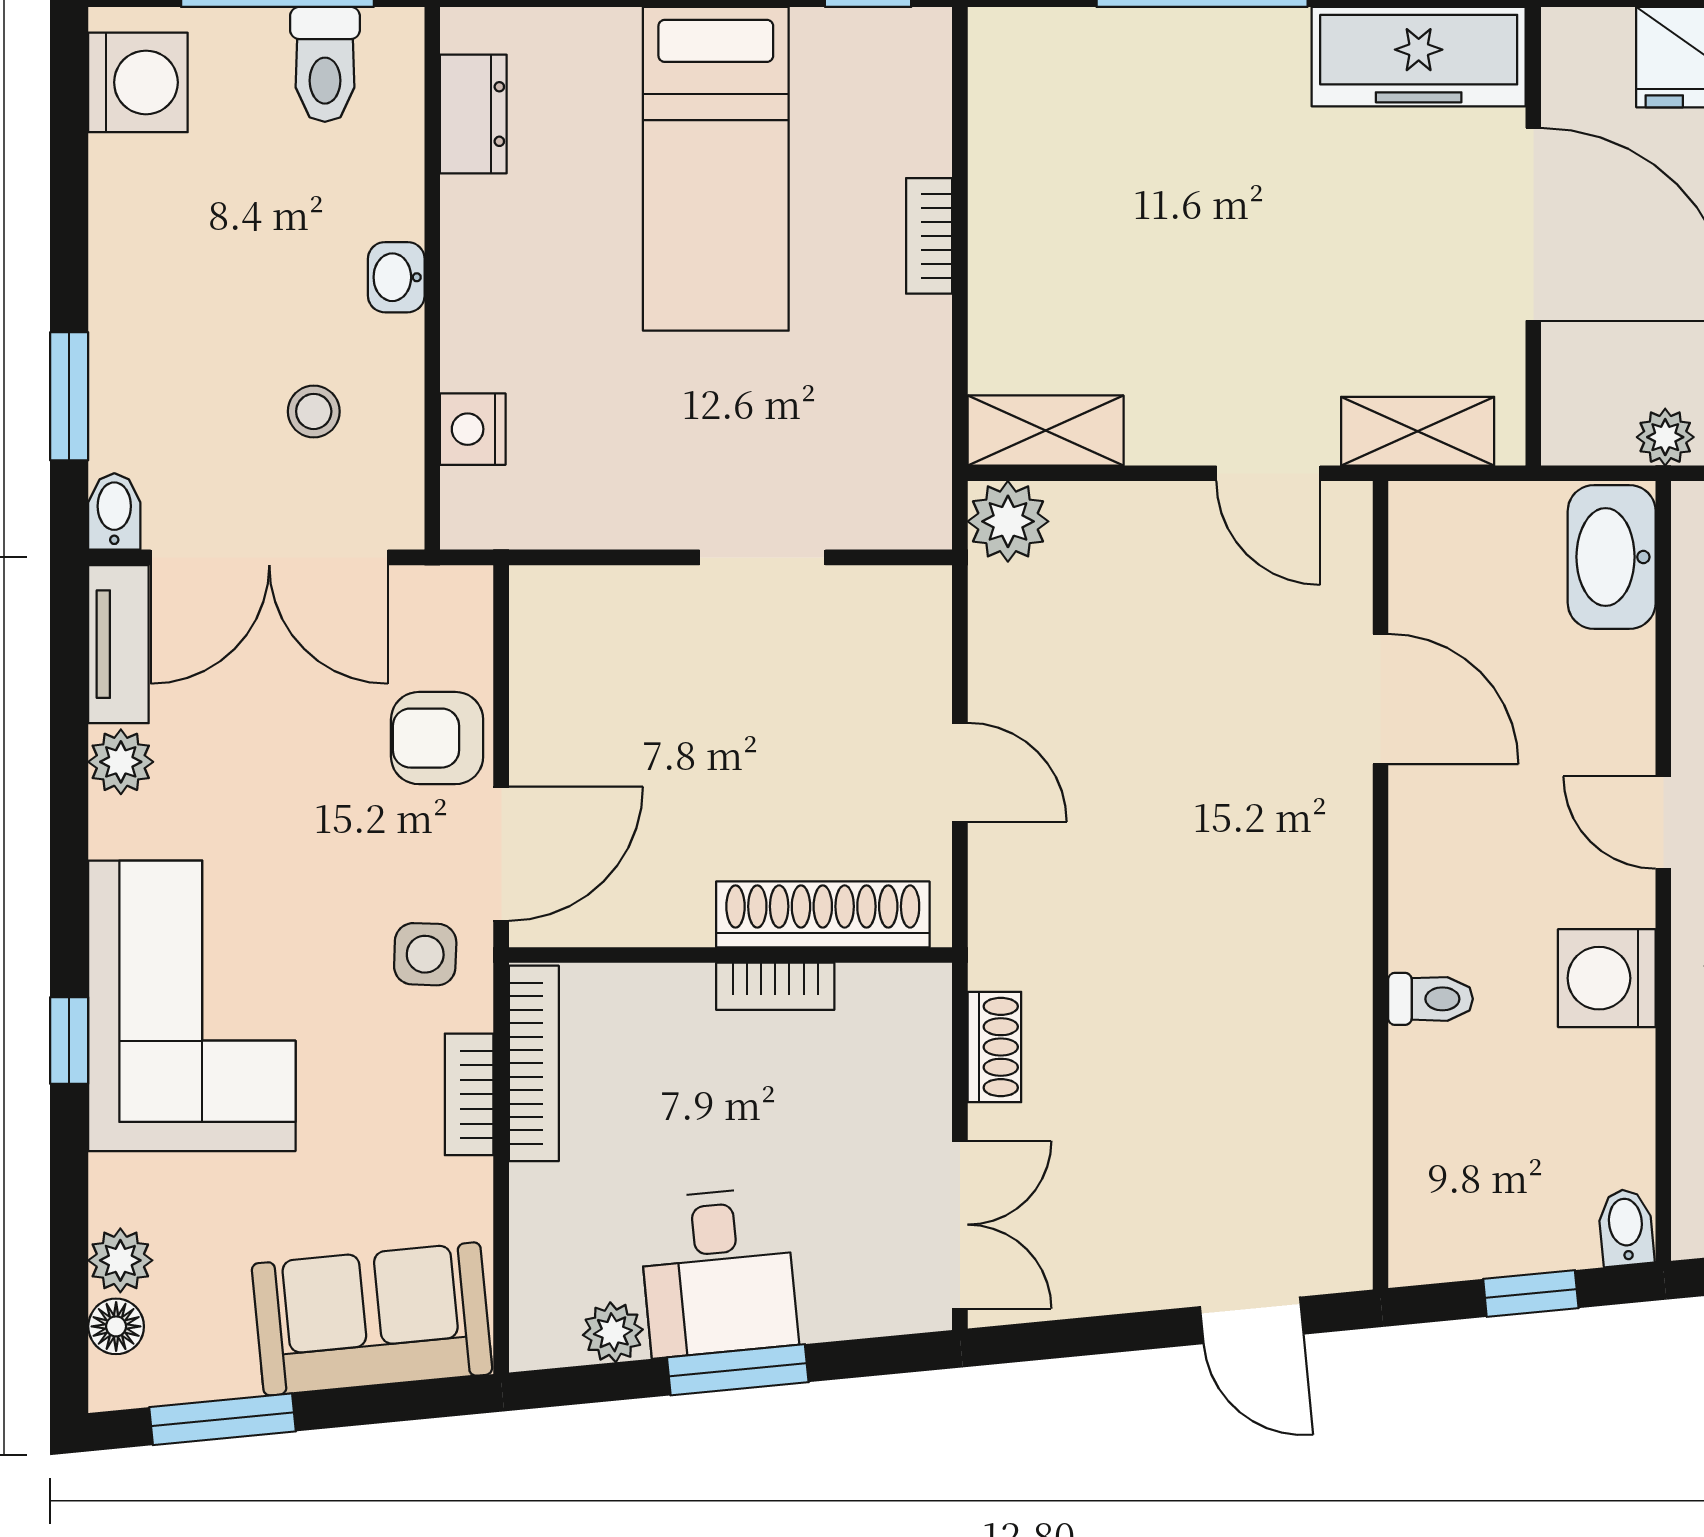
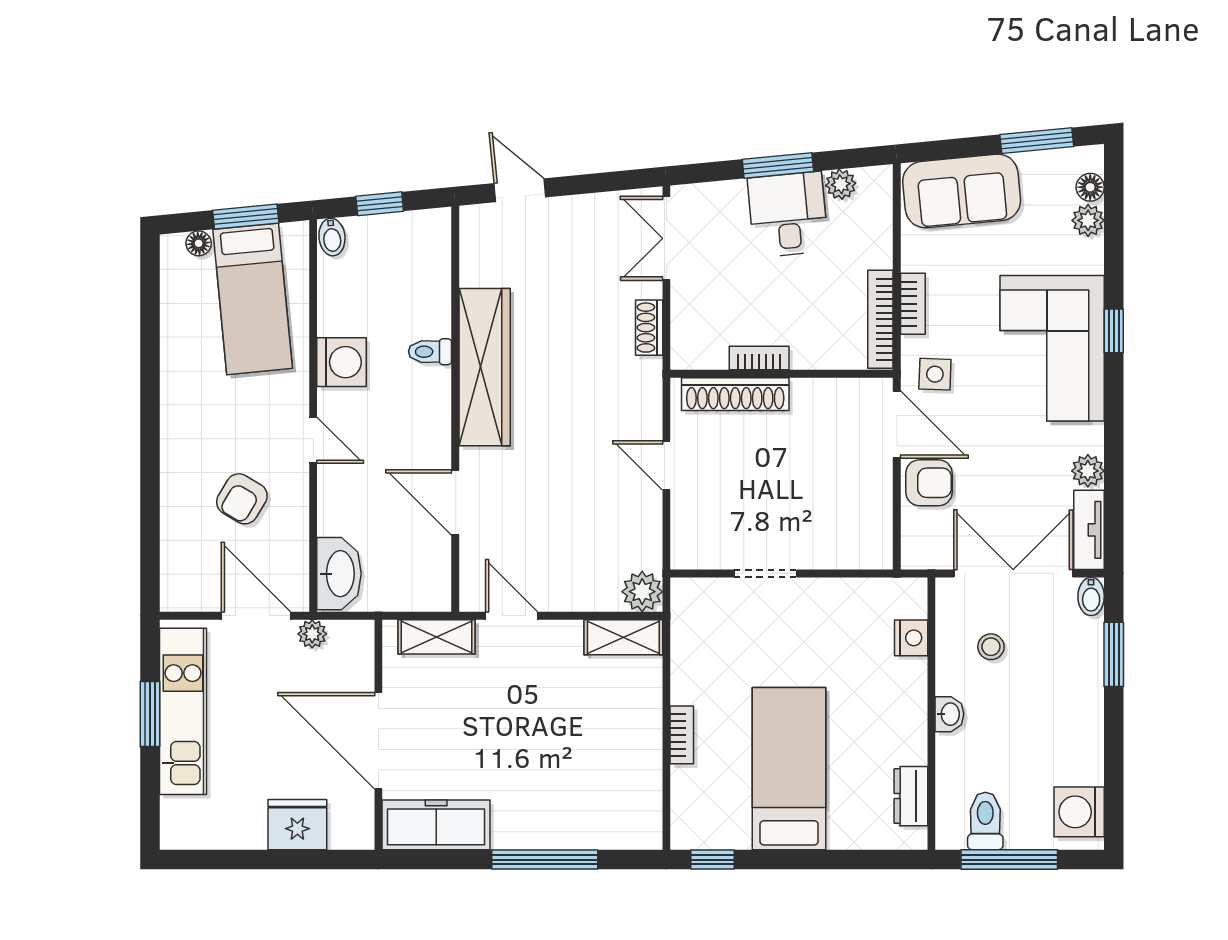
door: (501, 854) -> (897, 425), swing flipped
wardrobe: (1322, 968) -> (485, 367), added

